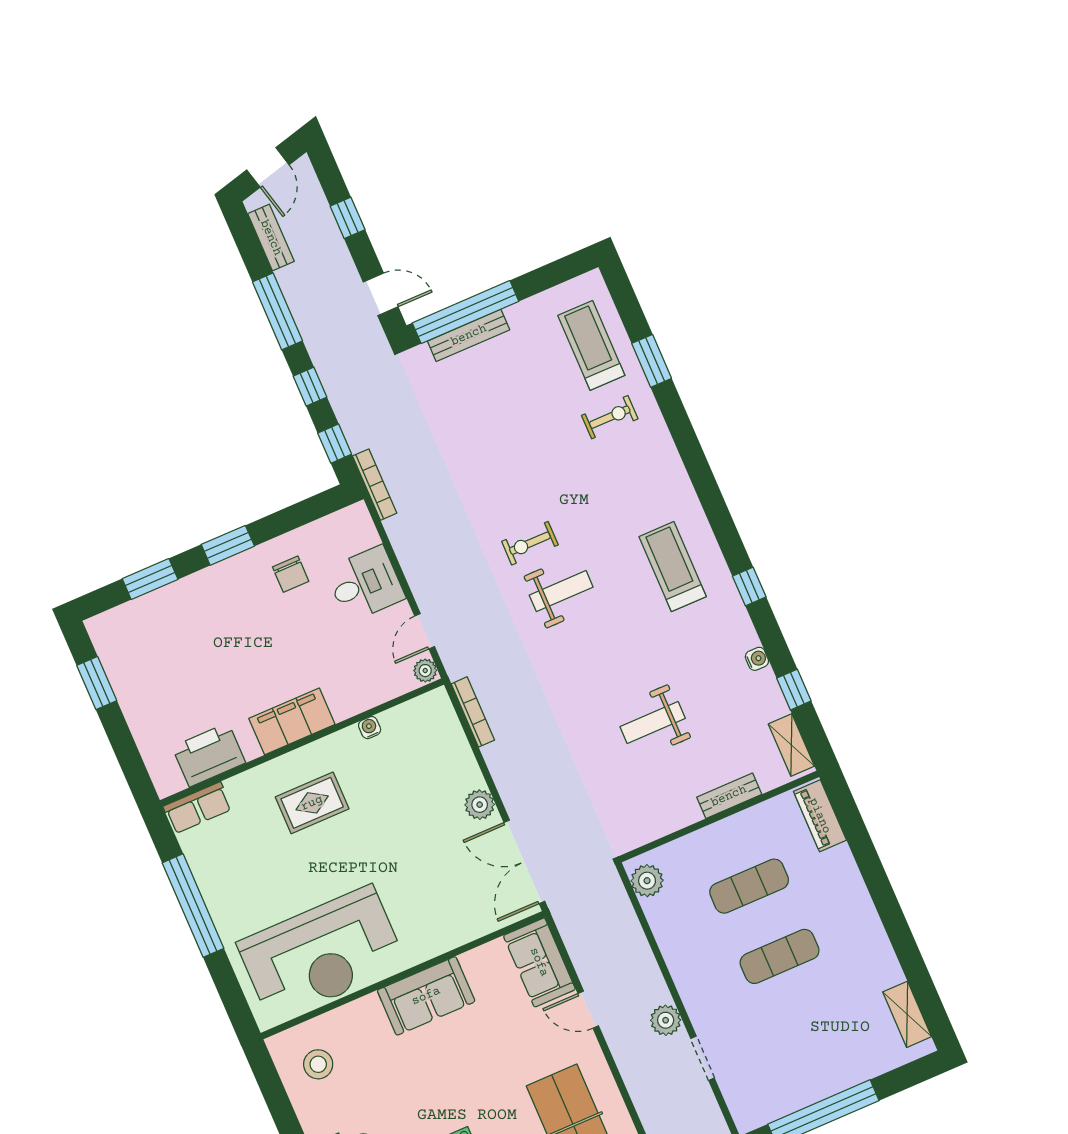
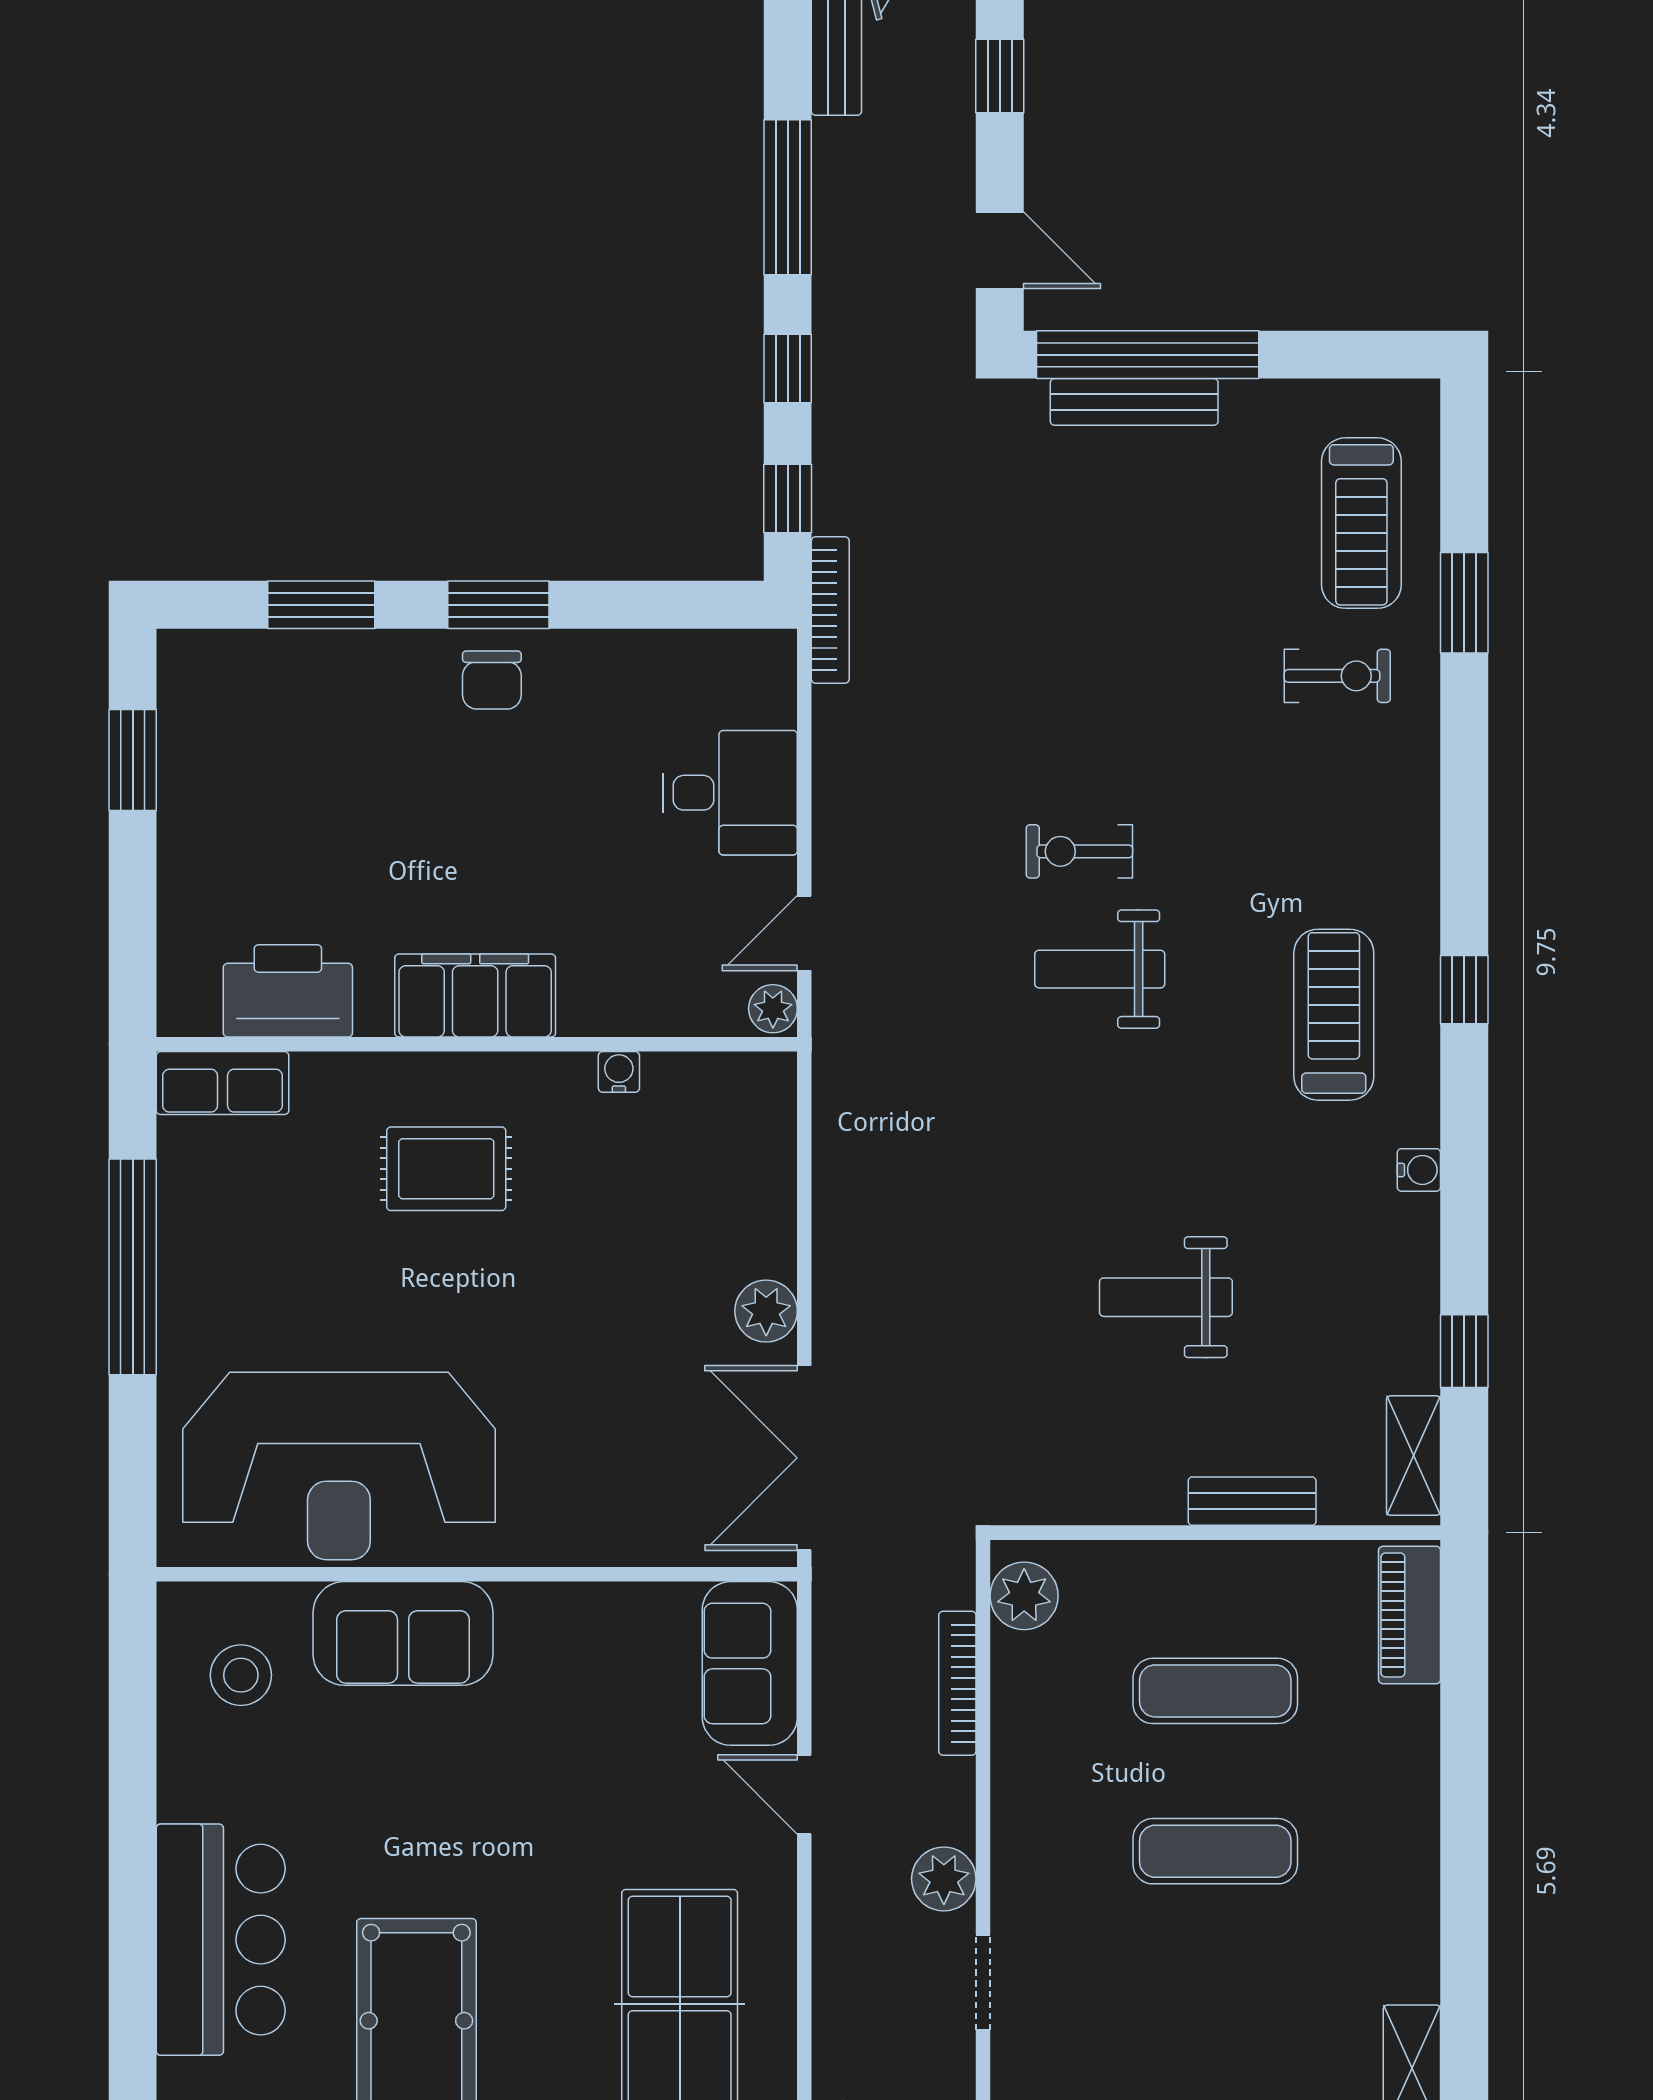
treadmill: (591, 345) -> (1361, 523), turned 180
chair: (291, 574) -> (492, 680), moved
window: (749, 587) -> (1464, 990), moved
weight bench: (561, 591) -> (1100, 969), turned 180
water cooler: (757, 659) -> (1419, 1170), moved
bookcase: (473, 712) -> (957, 1683), moved, turned 180
sofa: (426, 996) -> (403, 1633), moved

